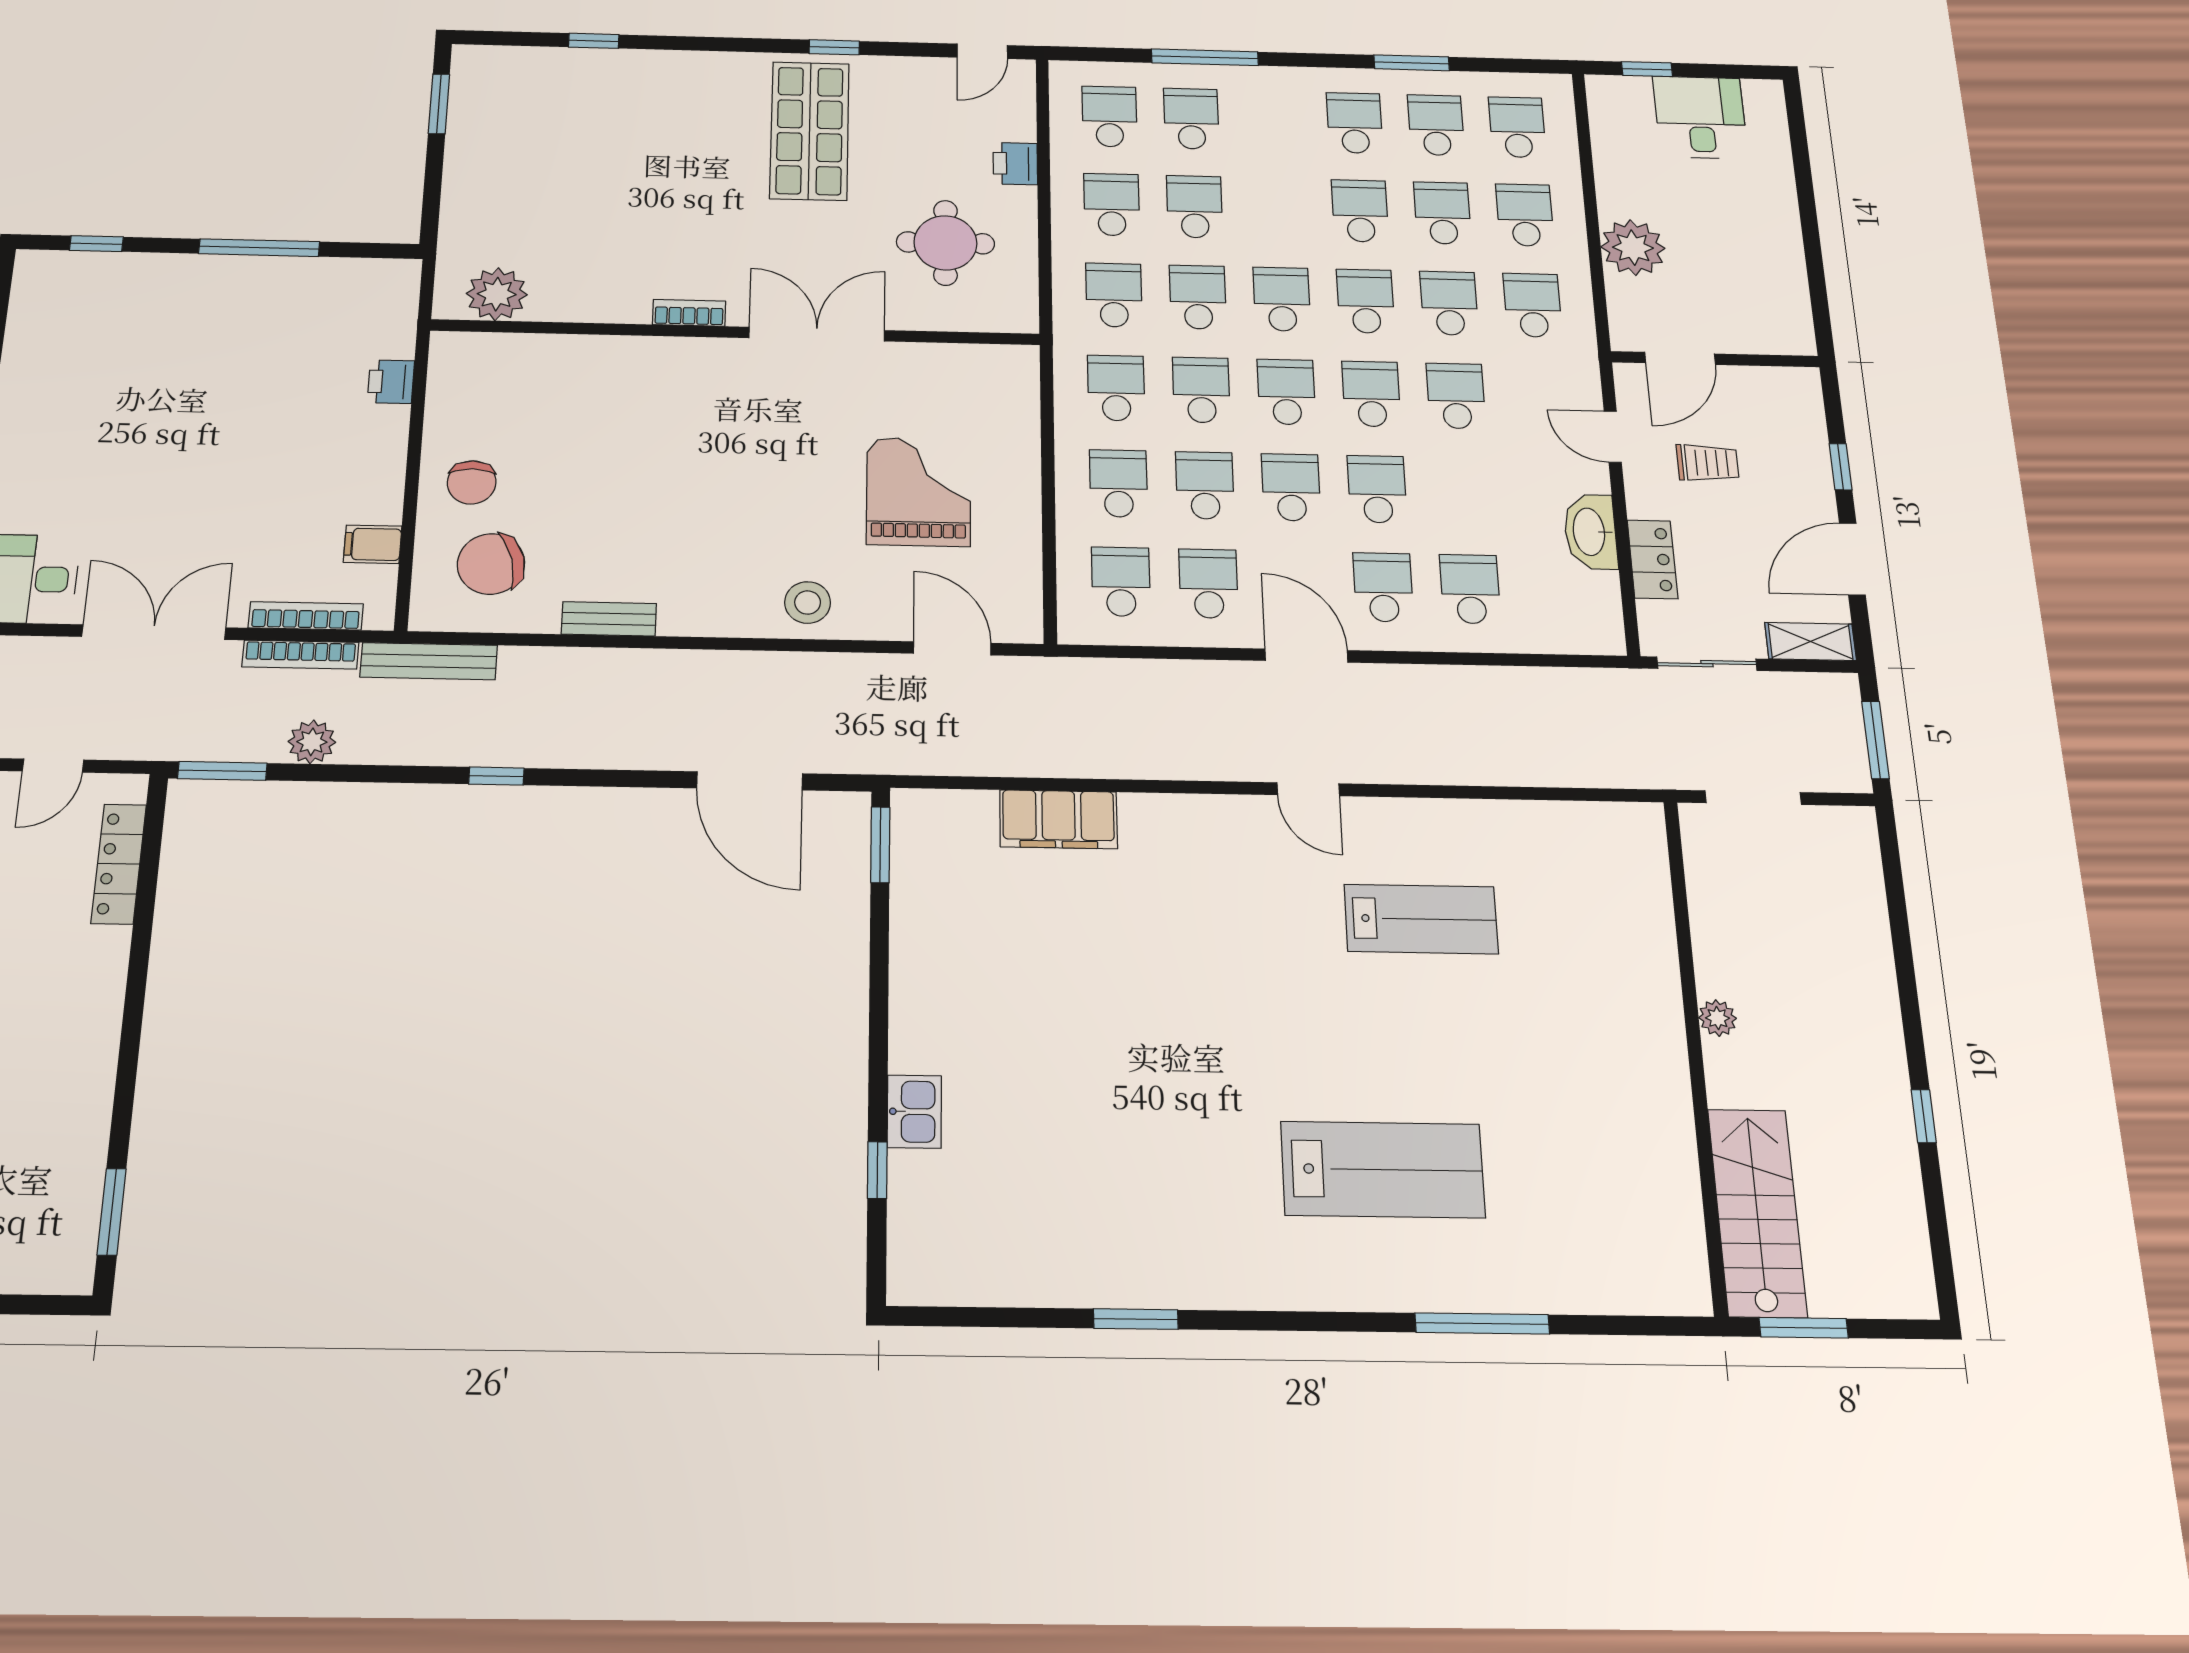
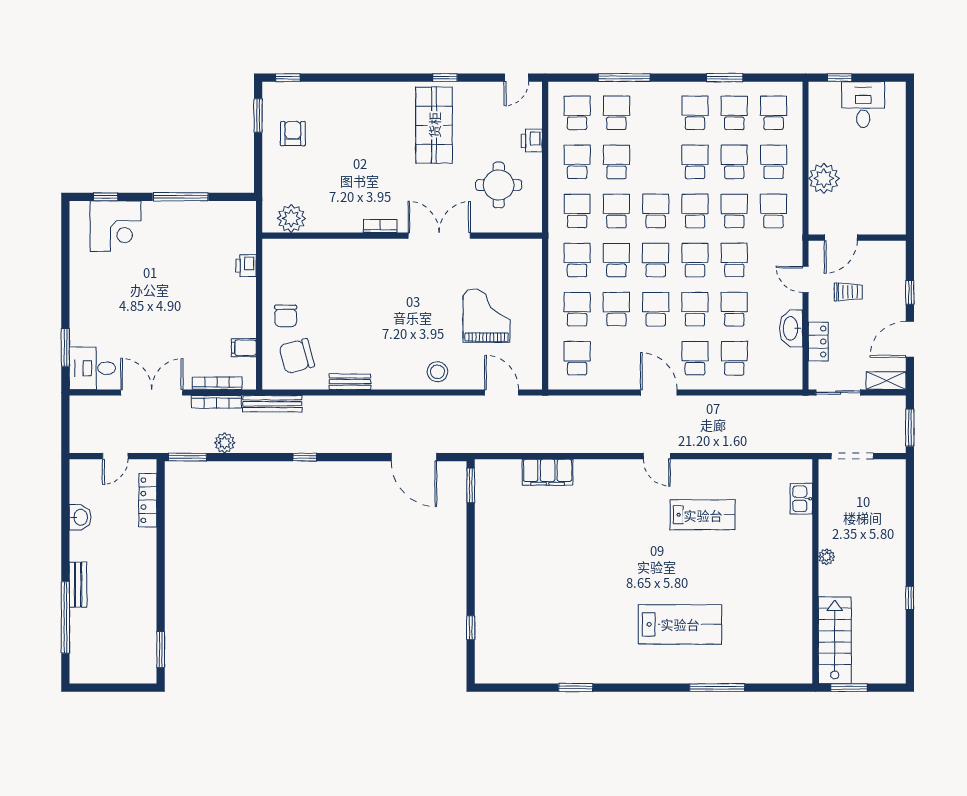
window: (594, 41) -> (288, 78), moved
armchair: (510, 138) -> (293, 134), added
corner desk: (111, 299) -> (116, 226), added
school desk: (1208, 583) -> (734, 309), moved
kitchen sink: (914, 1112) -> (801, 499), moved, turned 180

